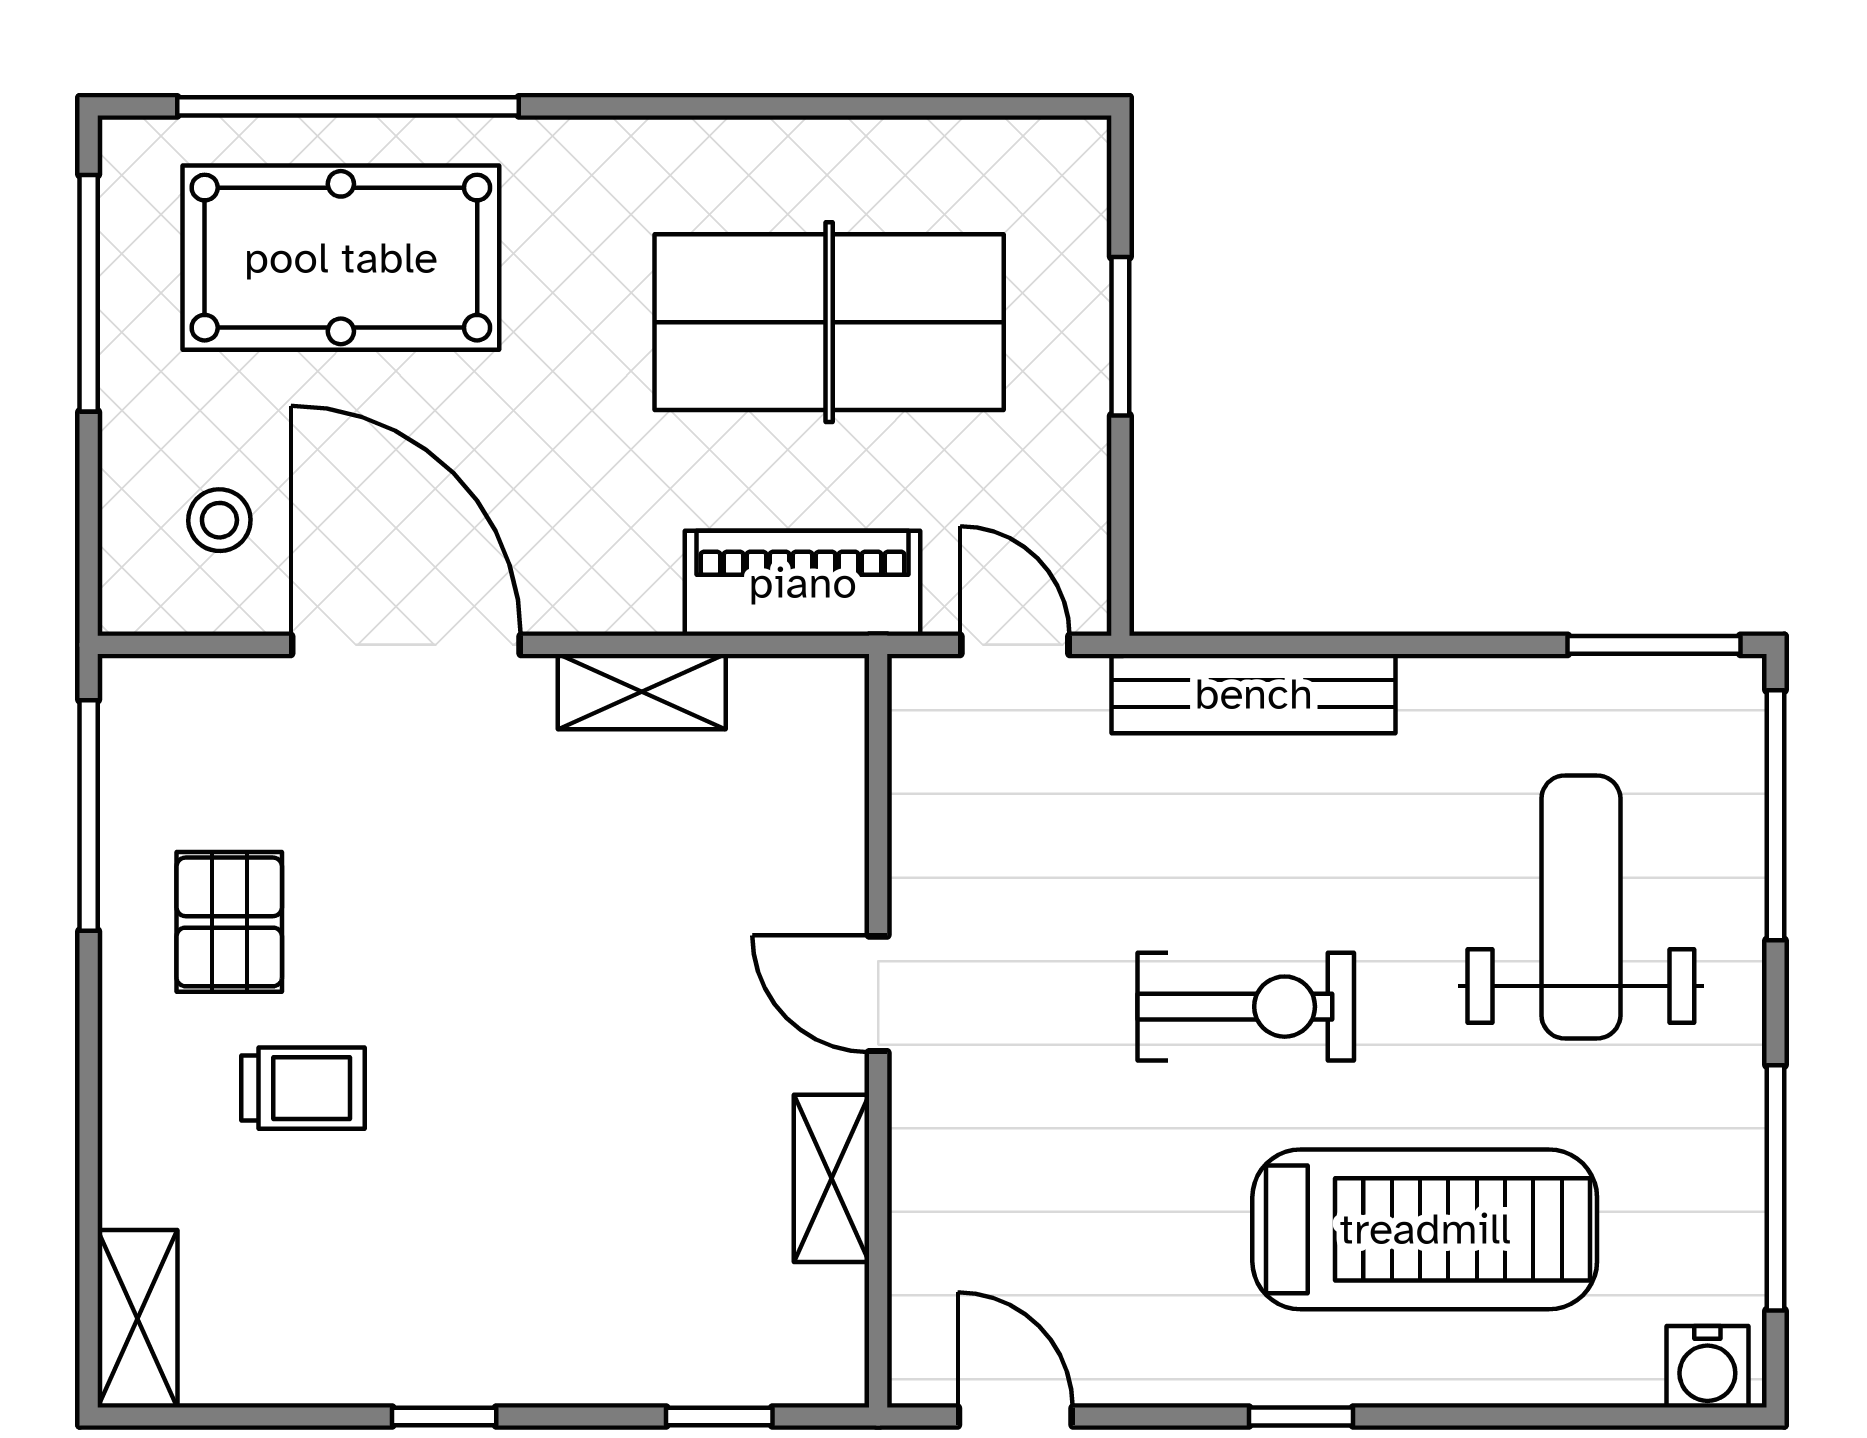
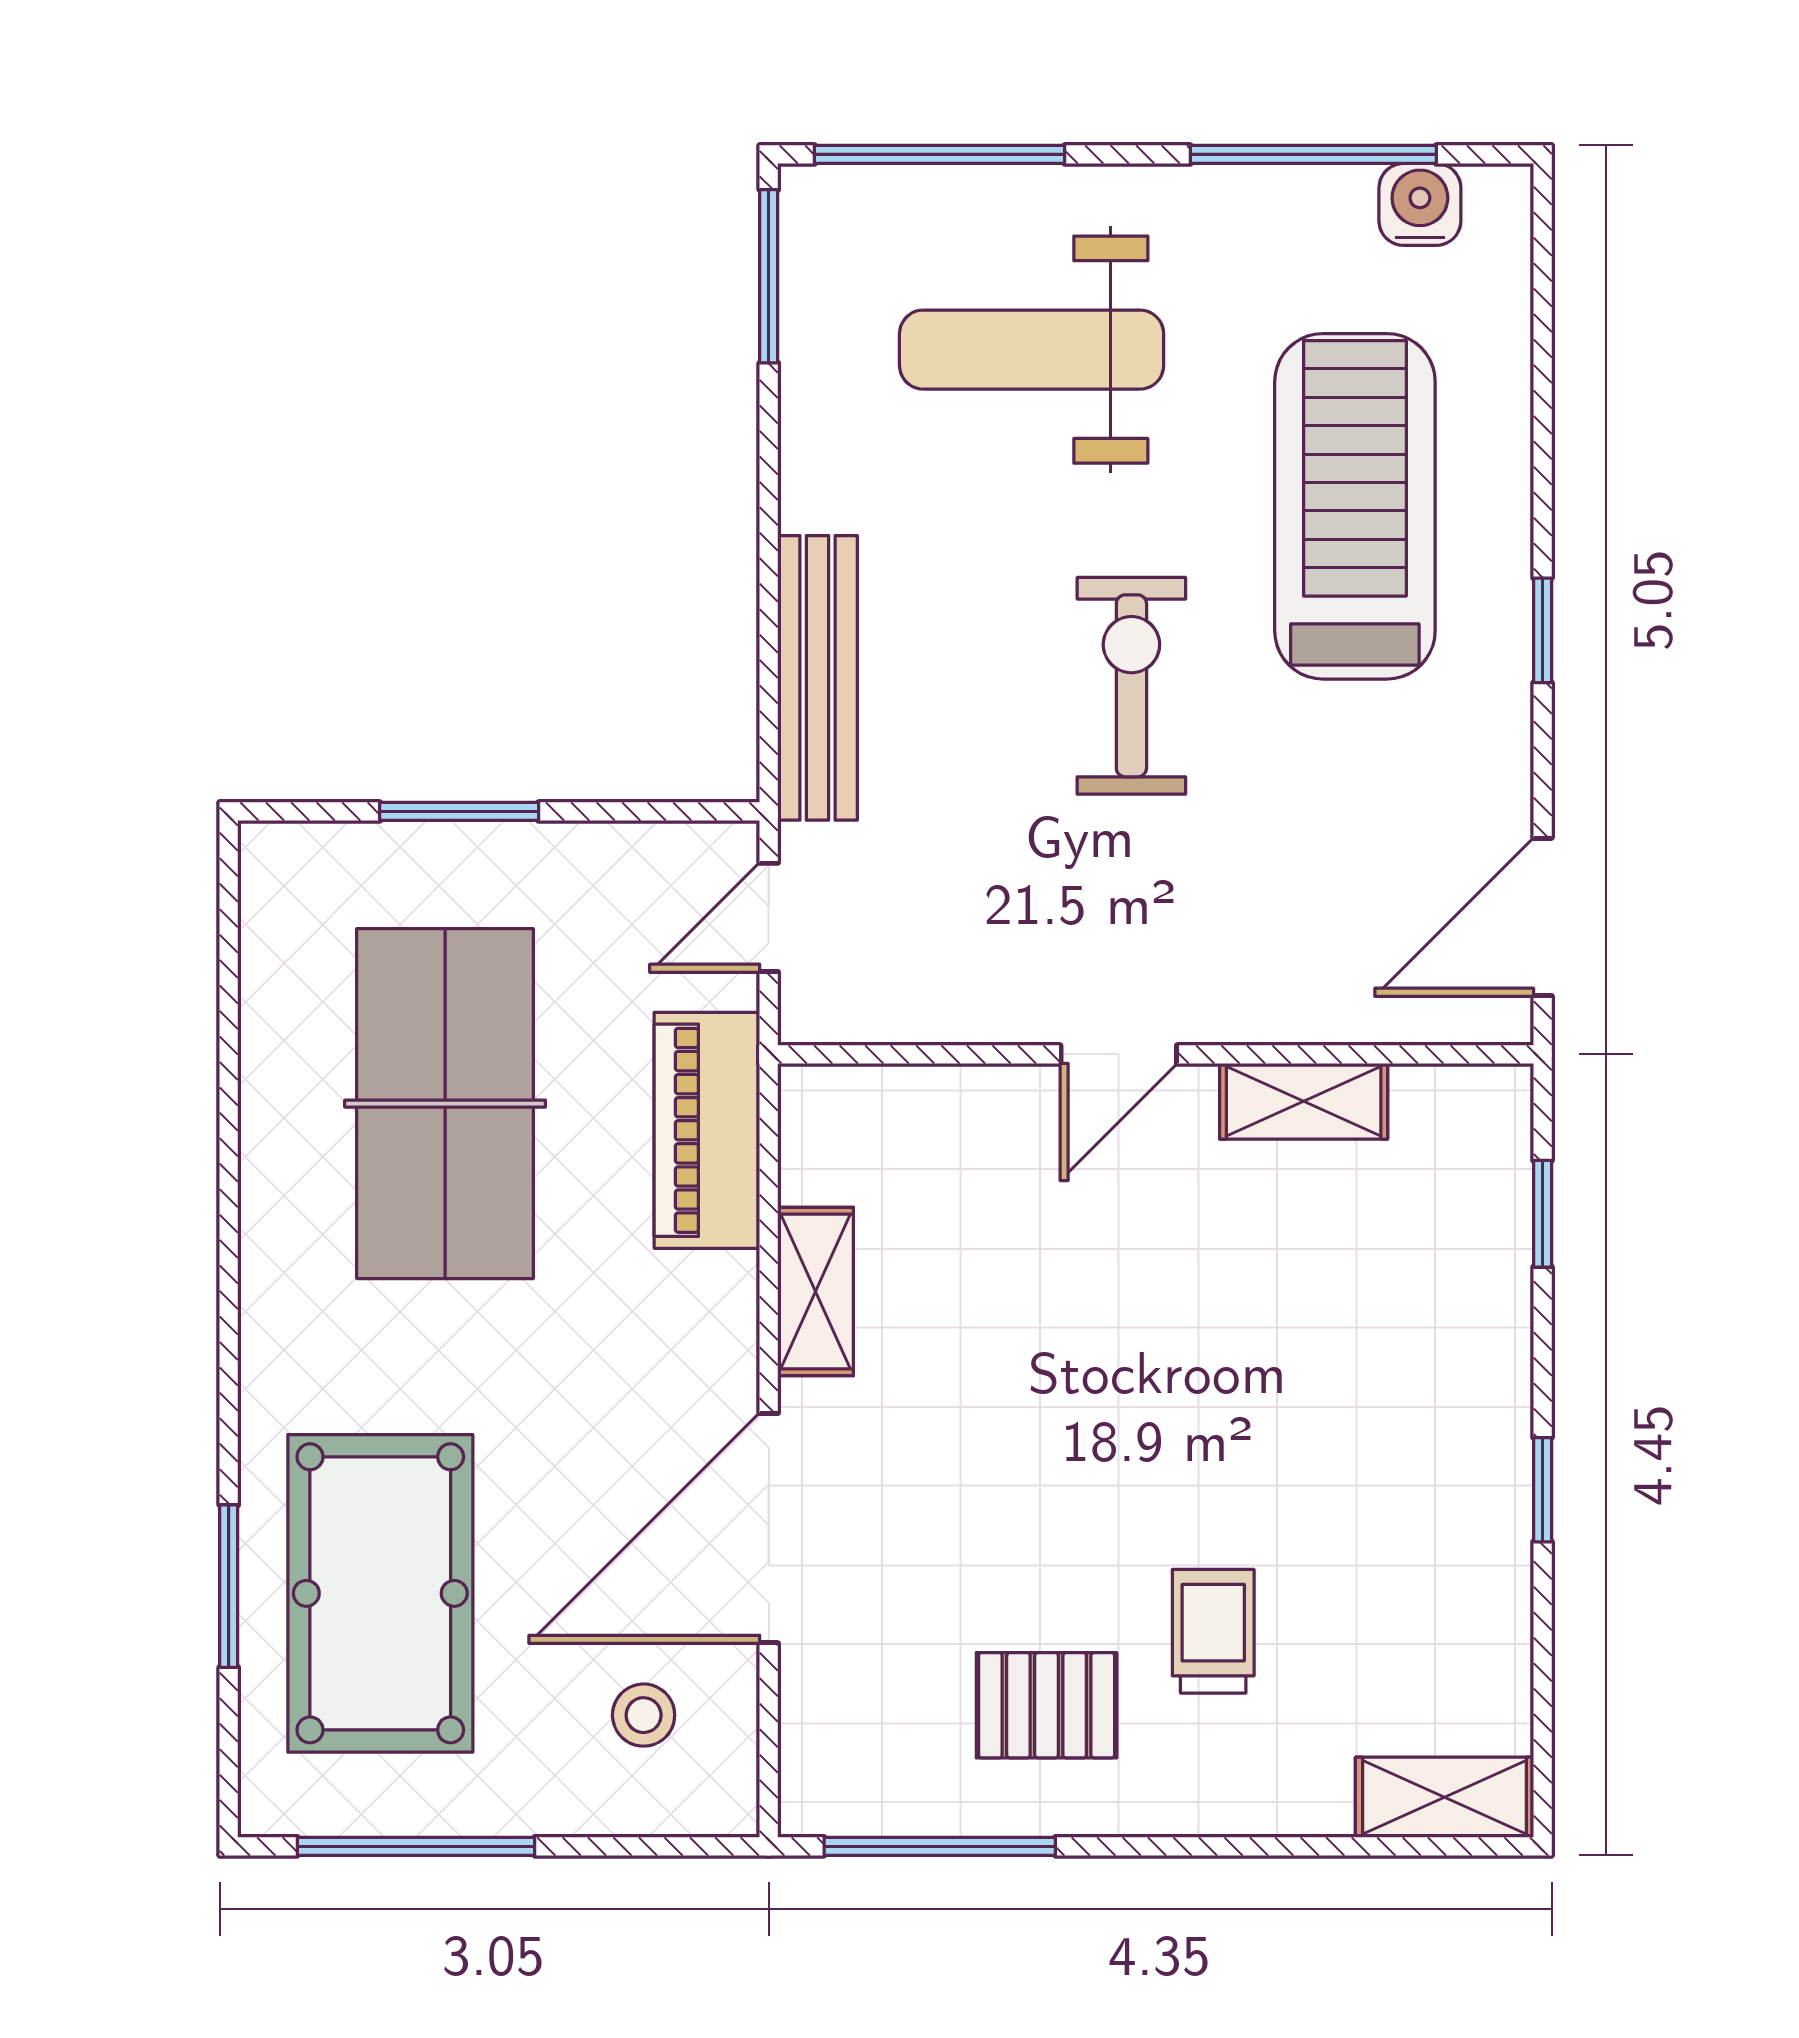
window: (348, 106) -> (229, 1586), width x0.47
water cooler: (1707, 1367) -> (1420, 204), moved, turned -90
door: (1015, 1417) -> (1543, 917), width x1.38

